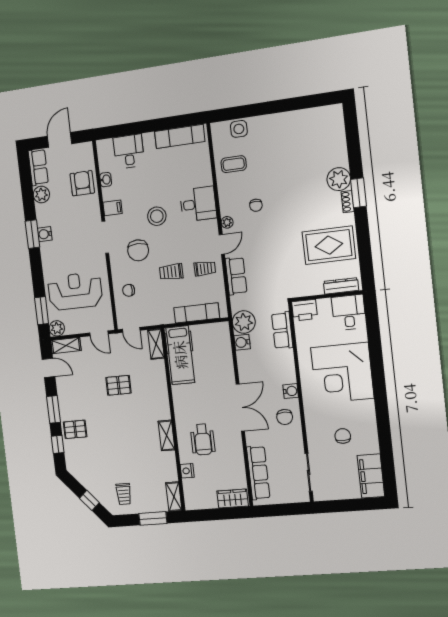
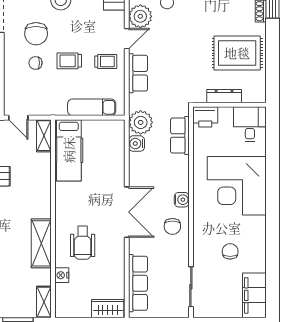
plant: (227, 222) -> (140, 16), width x1.87, depth x1.87
dresser: (341, 286) -> (224, 96), moved
chair: (129, 290) -> (35, 63), moved
shelving: (166, 435) -> (41, 243), width x1.50, depth x1.33

